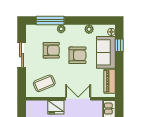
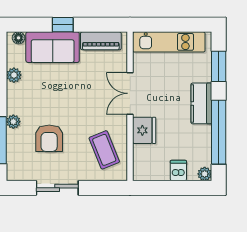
window: (119, 45) -> (63, 25), moved
armchair: (51, 50) -> (49, 138), turned 180
armchair: (77, 55) -> (57, 95), removed

